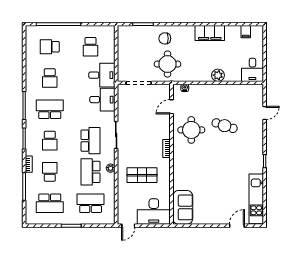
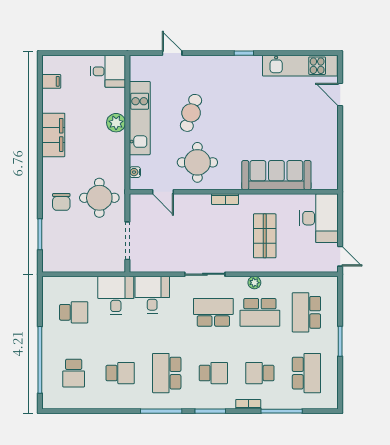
kitchen unit: (221, 91) -> (140, 118), added
sofa: (183, 207) -> (276, 175), moved, width x1.36

